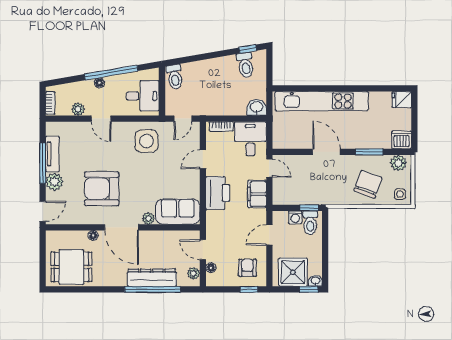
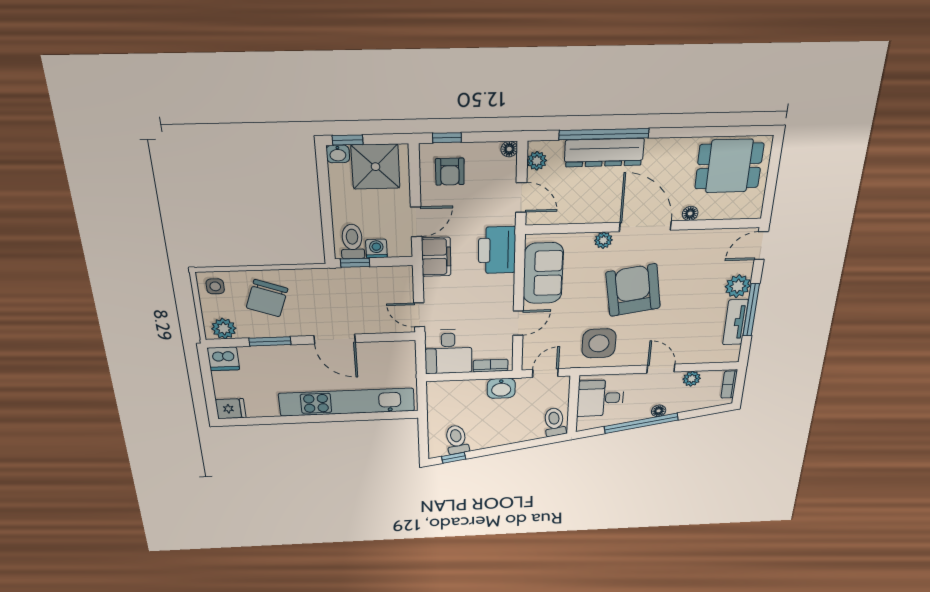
washbasin: (257, 107) -> (501, 388), moved
armchair: (102, 189) -> (633, 290), moved, turned -99
printer: (218, 193) -> (497, 250), moved
filing cabinet: (257, 194) -> (436, 257), moved
sofa: (178, 212) -> (543, 273), moved, turned -90
floor lamp: (211, 268) -> (509, 149), moved

